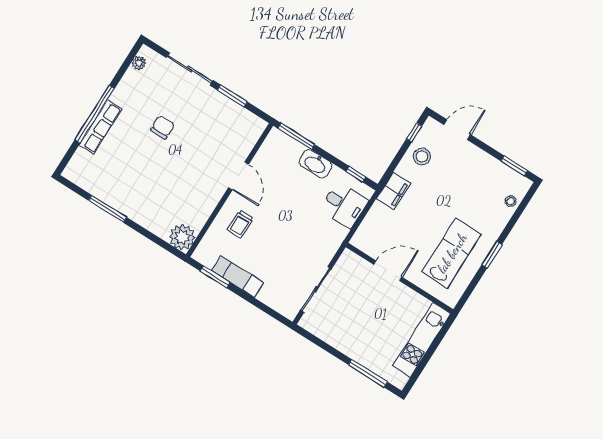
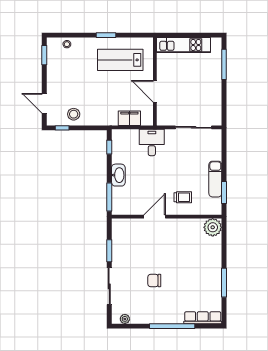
row of seats: (101, 127) -> (203, 318), moved
filing cabinet: (393, 191) -> (129, 118), moved
desk: (344, 205) -> (152, 142), moved

